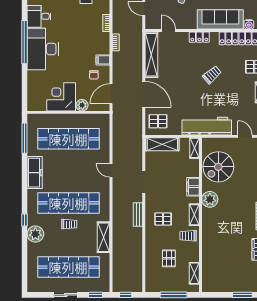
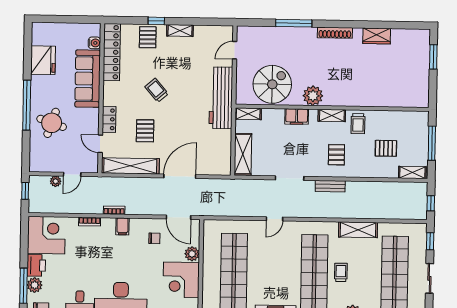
door: (168, 30) -> (100, 144), hinge flipped
locker: (199, 37) -> (109, 119), moved
filing cabinet: (103, 60) -> (122, 226), moved
pallet: (158, 121) -> (145, 131), moved
spiral stairs: (218, 167) -> (272, 84), turned -90
shelving: (194, 273) -> (412, 172), moved

